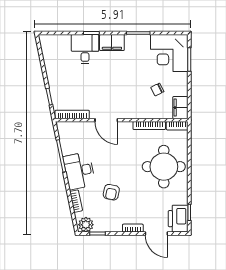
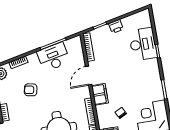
filing cabinet: (112, 43) -> (100, 94), moved, turned 180
desk: (85, 49) -> (143, 44), width x1.37
printer: (53, 77) -> (116, 26), added
desk: (79, 171) -> (53, 57), moved

